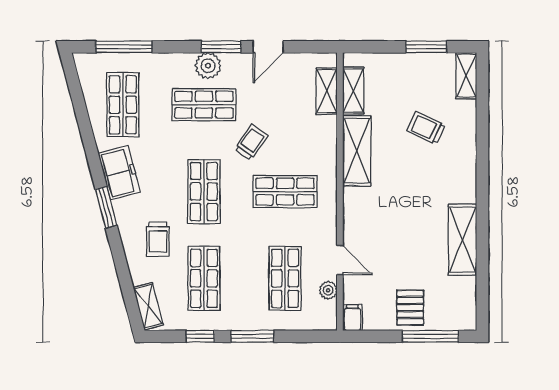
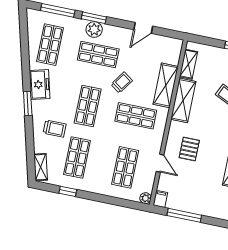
window: (221, 47) -> (94, 18), moved
plant: (208, 66) -> (94, 29), moved
shelving: (327, 91) -> (166, 85), moved, width x1.50, depth x1.33
trolley: (158, 239) -> (55, 129), turned -90
plant: (328, 290) -> (145, 198), moved
pallet: (410, 308) -> (189, 149), moved
window: (252, 336) -> (99, 198), removed
window: (430, 336) -> (184, 215), moved

